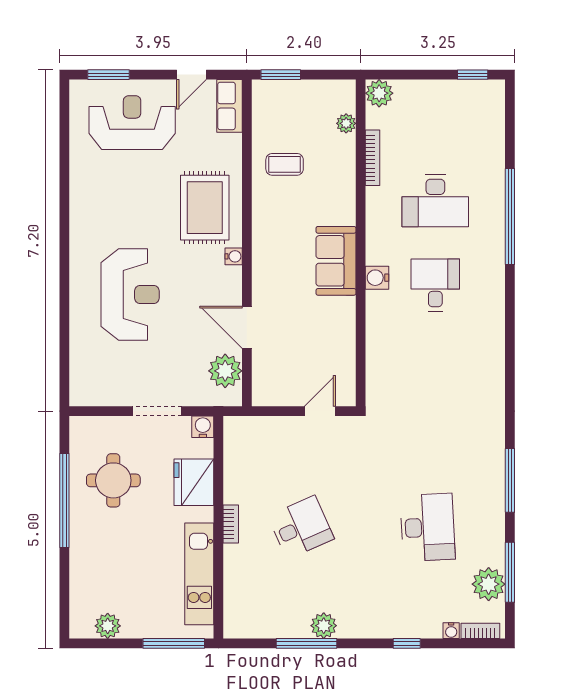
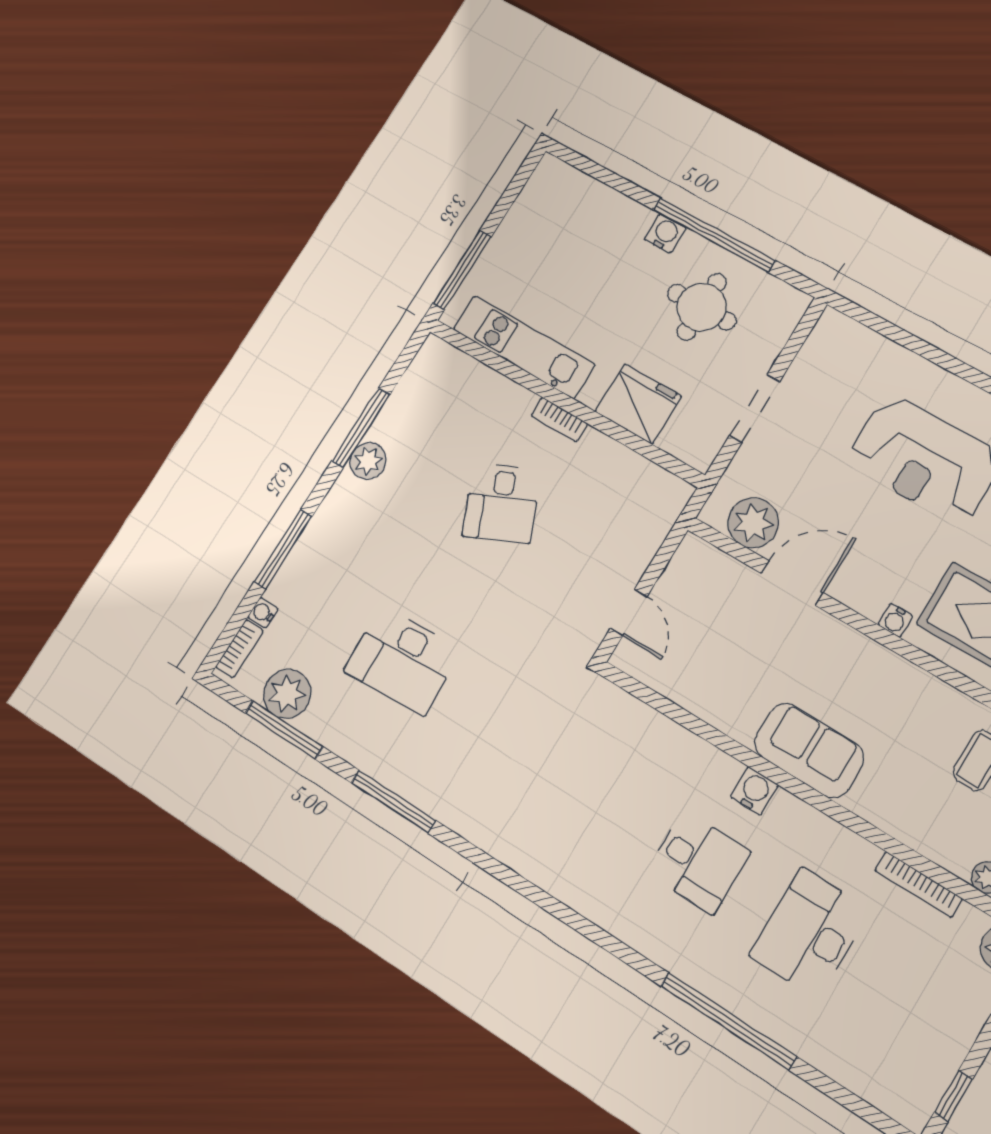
water cooler: (203, 427) -> (665, 233), moved, turned -90
plant: (108, 626) -> (532, 204), removed
window: (407, 643) -> (283, 549), width x2.17

